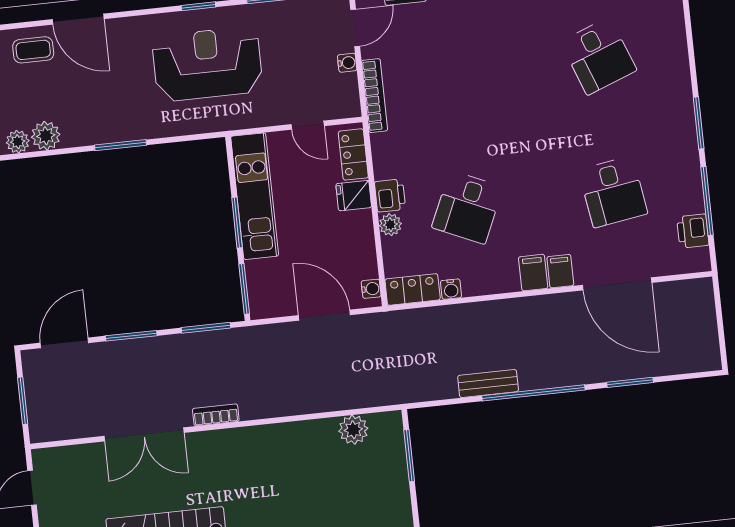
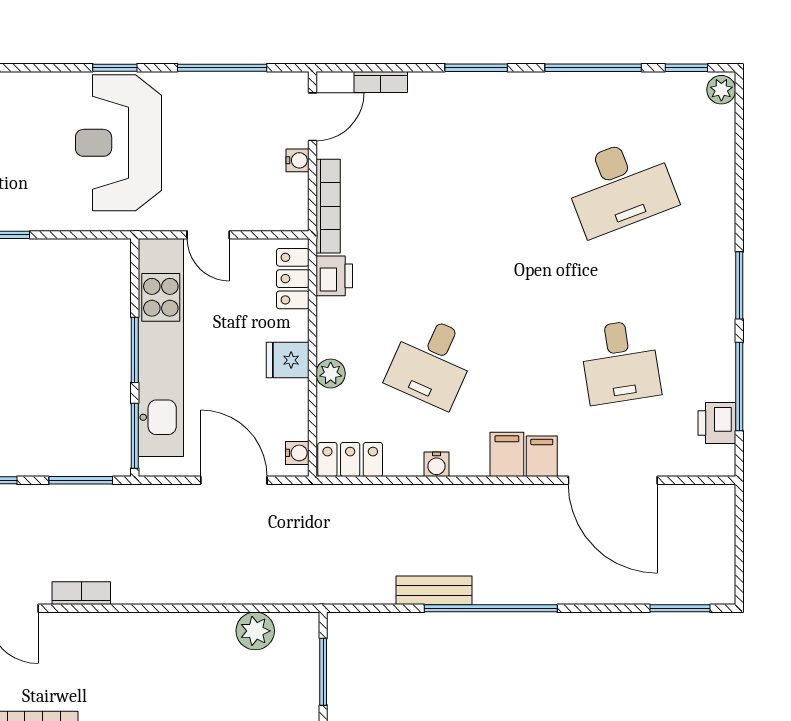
desk: (598, 56) -> (620, 186), width x1.37
reception desk: (207, 64) -> (118, 143), turned -90
door: (308, 125) -> (208, 235), moved
kitchen unit: (255, 196) -> (161, 347), width x1.36
fridge: (354, 196) -> (288, 360), moved
printer: (390, 196) -> (334, 276), moved
water cooler: (451, 289) -> (436, 464), moved
window: (630, 382) -> (680, 608), moved

